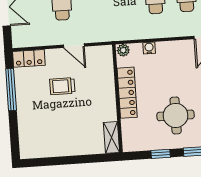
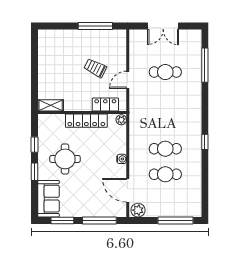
water cooler: (149, 48) -> (122, 159), moved
locker: (29, 58) -> (105, 105), moved, turned 90
trolley: (62, 86) -> (95, 68), turned -63

